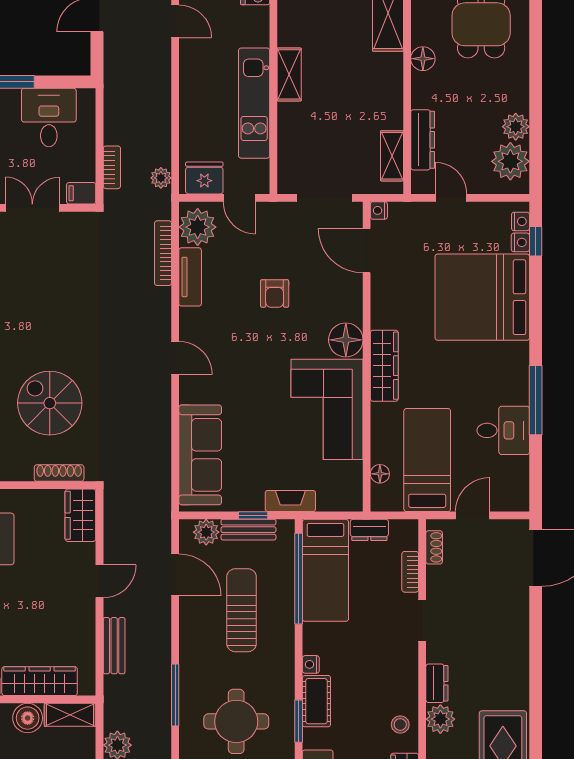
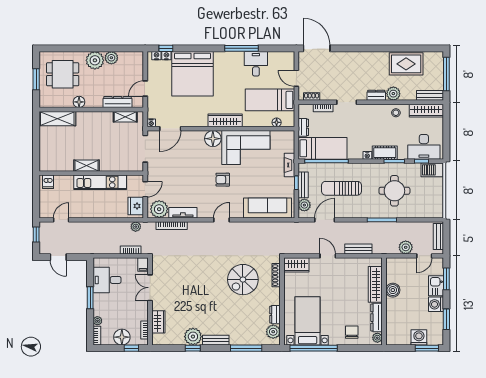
plant: (510, 161) -> (95, 60), moved
armchair: (275, 293) -> (223, 180), moved, turned 180
shelving: (70, 715) -> (391, 270), removed

